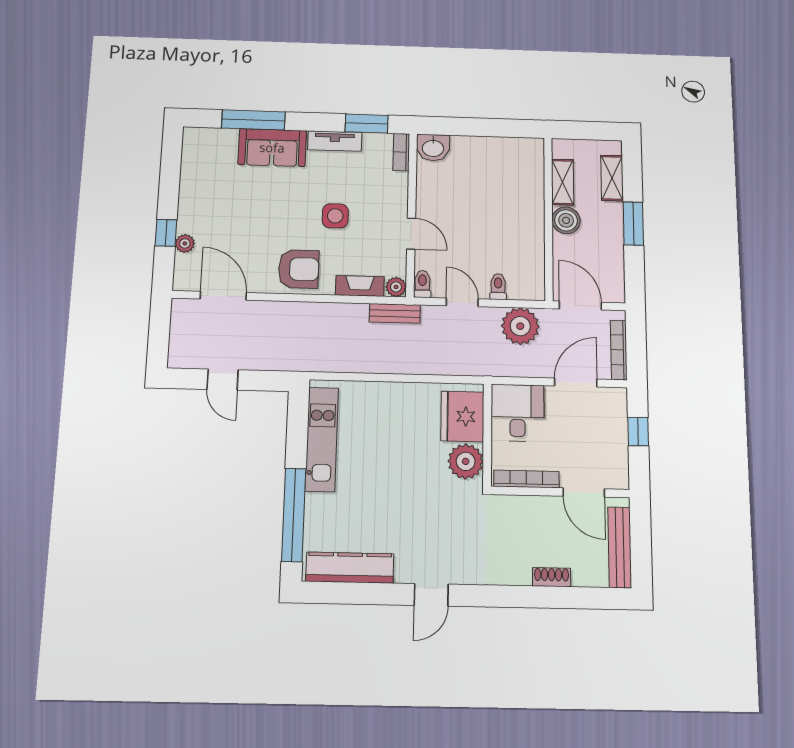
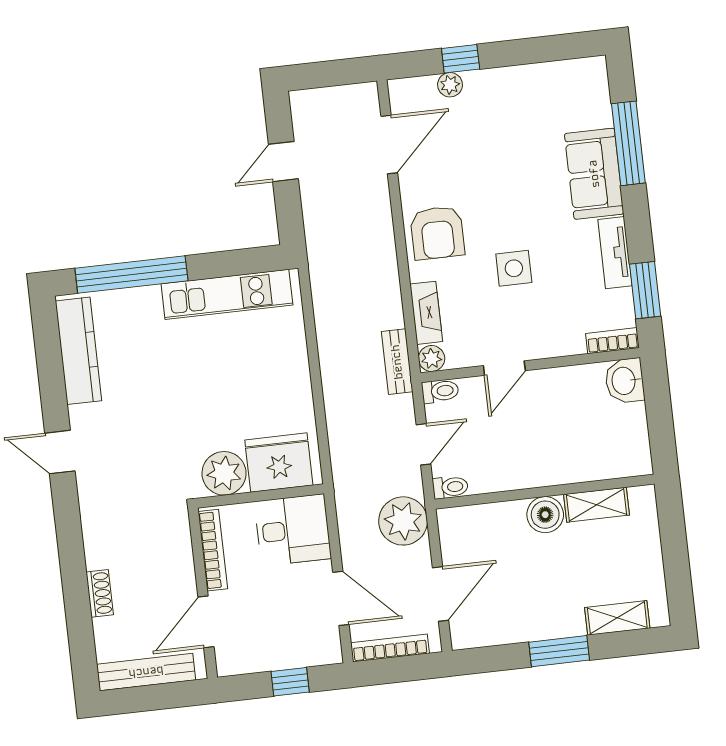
shelving: (563, 182) -> (596, 505), moved
wall: (548, 218) -> (545, 492), moved
boiler: (566, 220) -> (545, 515), moved

